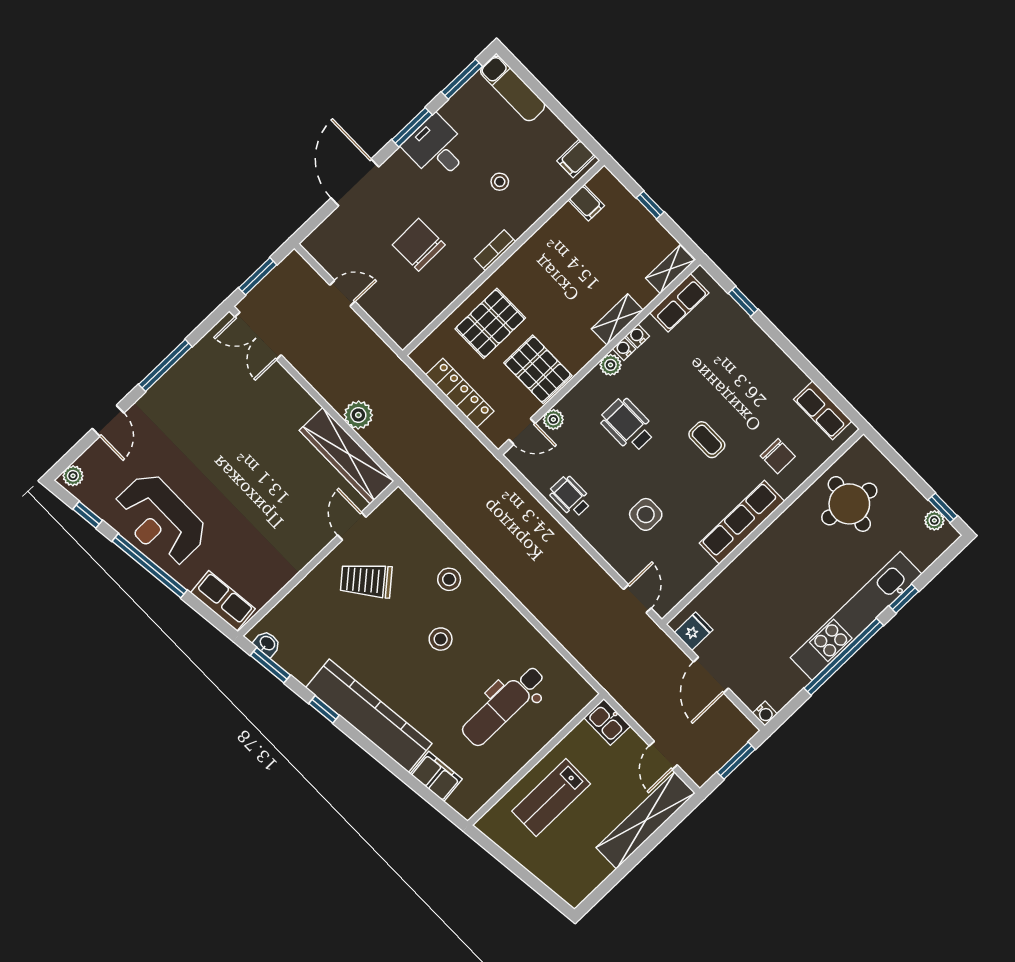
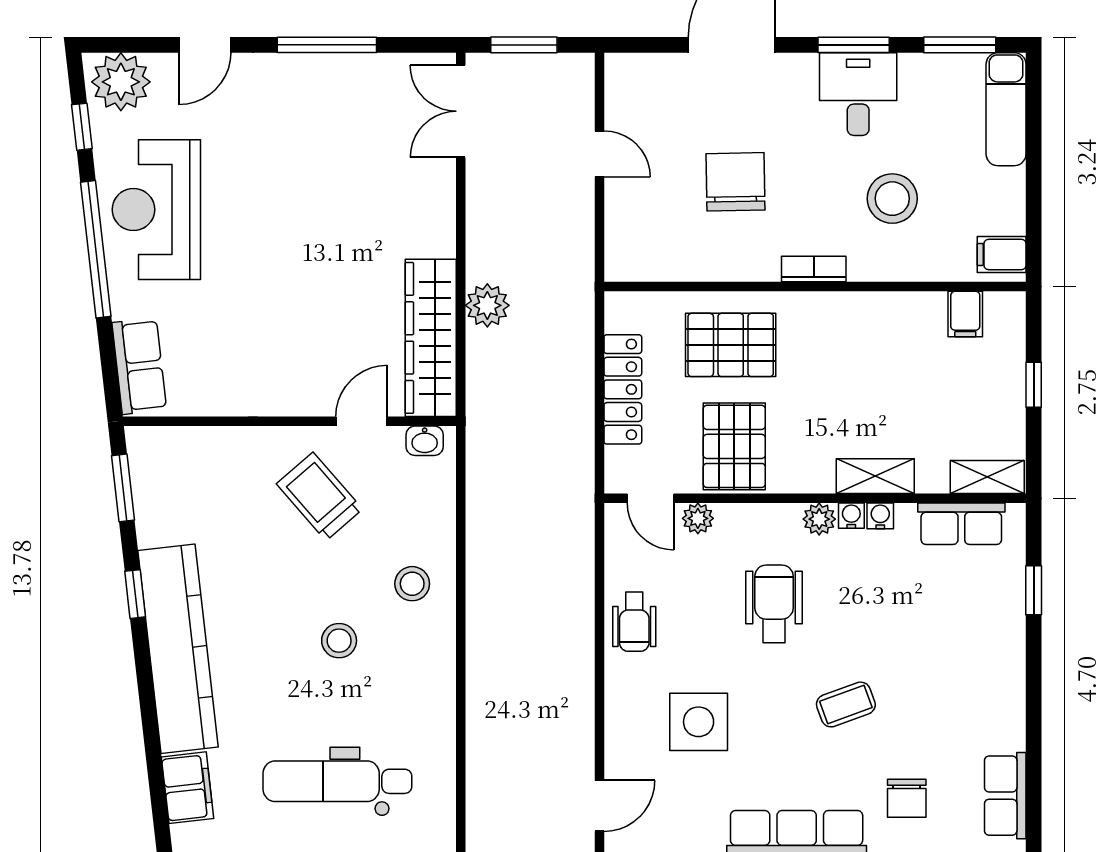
stool: (500, 182) -> (892, 199), width x1.89, depth x1.89
coffee table: (707, 440) -> (846, 704), turned 70
plant: (73, 476) -> (121, 82), width x1.87, depth x1.87
wheelchair: (570, 497) -> (634, 622), turned 180
side table: (646, 514) -> (699, 722), width x1.37, depth x1.37
washbasin: (267, 644) -> (425, 441), moved, turned 97

